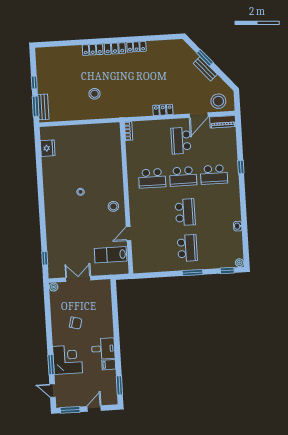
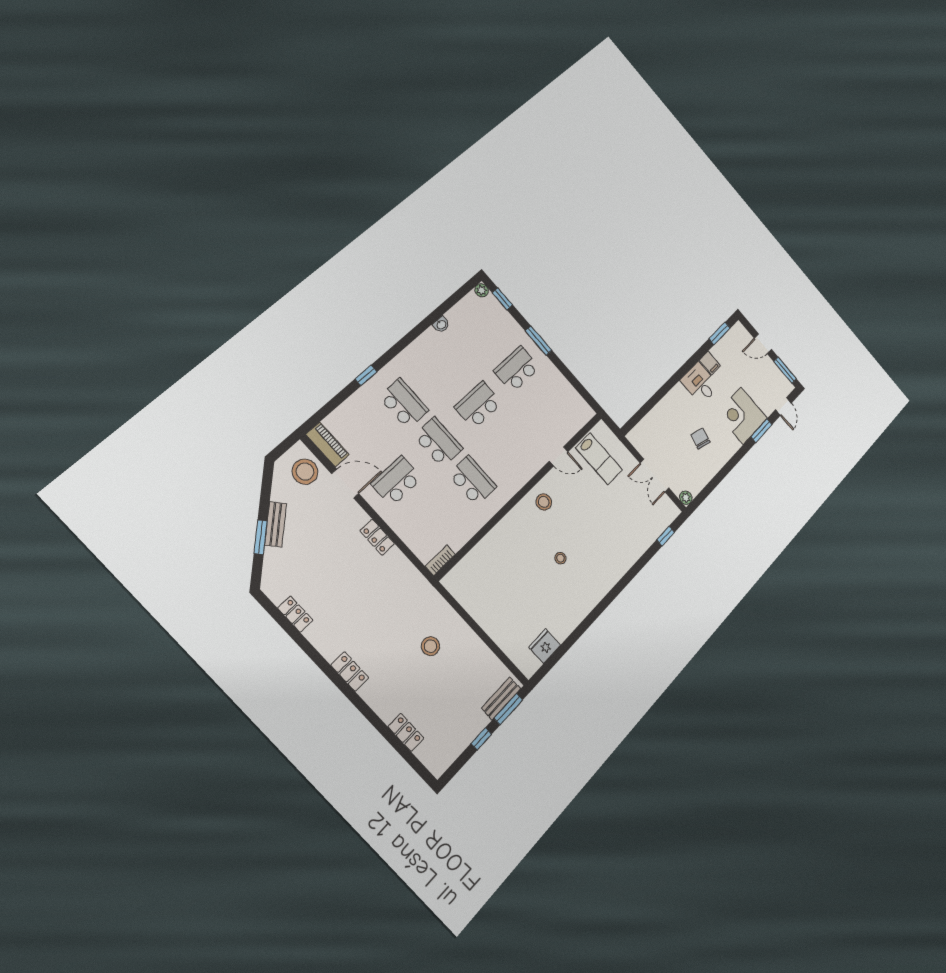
locker: (136, 47) -> (295, 614), moved
locker: (93, 50) -> (406, 732), moved
school desk: (181, 141) -> (397, 481), turned 180

